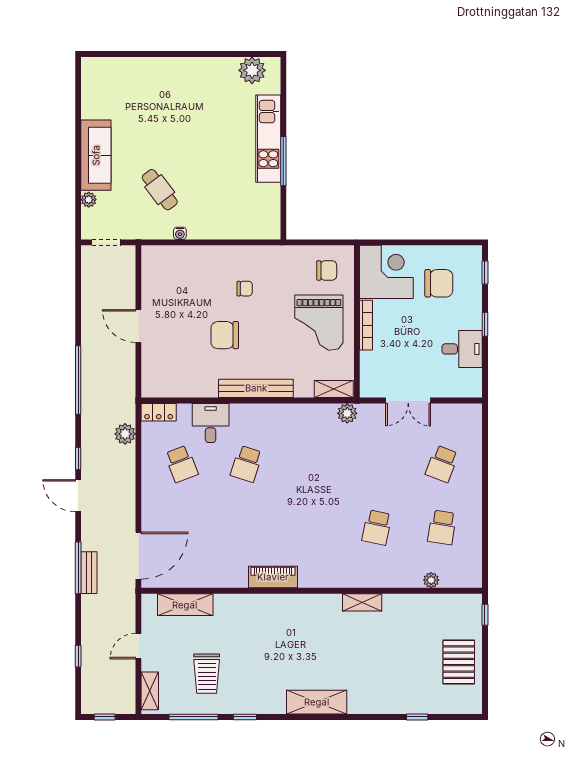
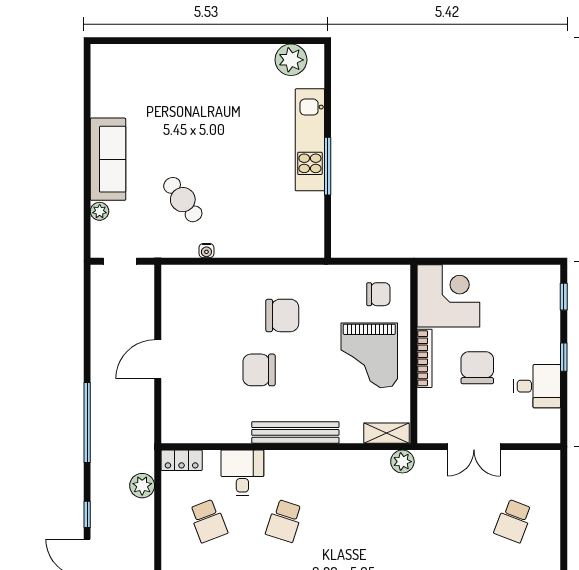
chair: (439, 283) -> (477, 368), moved, turned -90
chair: (245, 289) -> (282, 315), width x1.87, depth x1.87
door: (138, 326) -> (158, 359), hinge flipped

